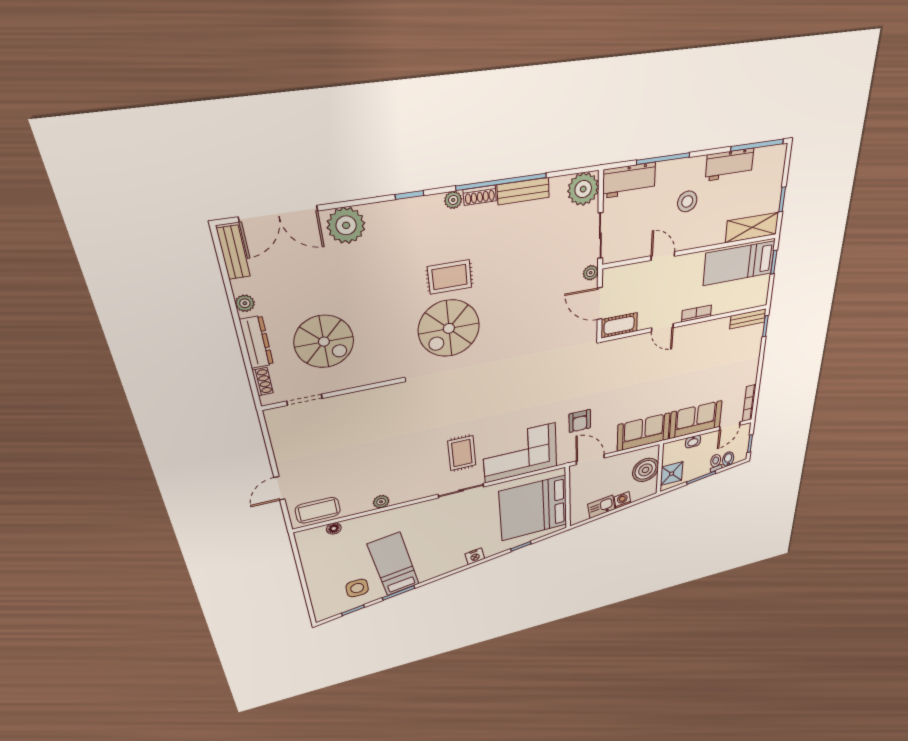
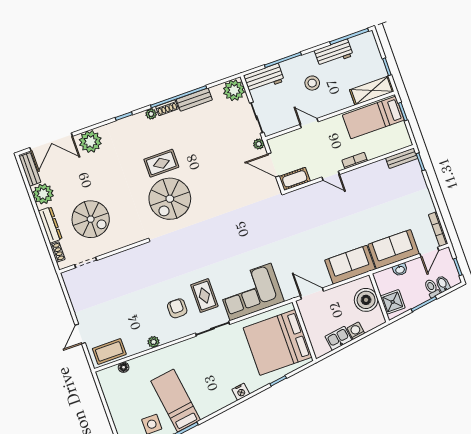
plant: (245, 303) -> (43, 194), width x1.88, depth x1.88
armchair: (580, 421) -> (177, 308), moved, turned 180

